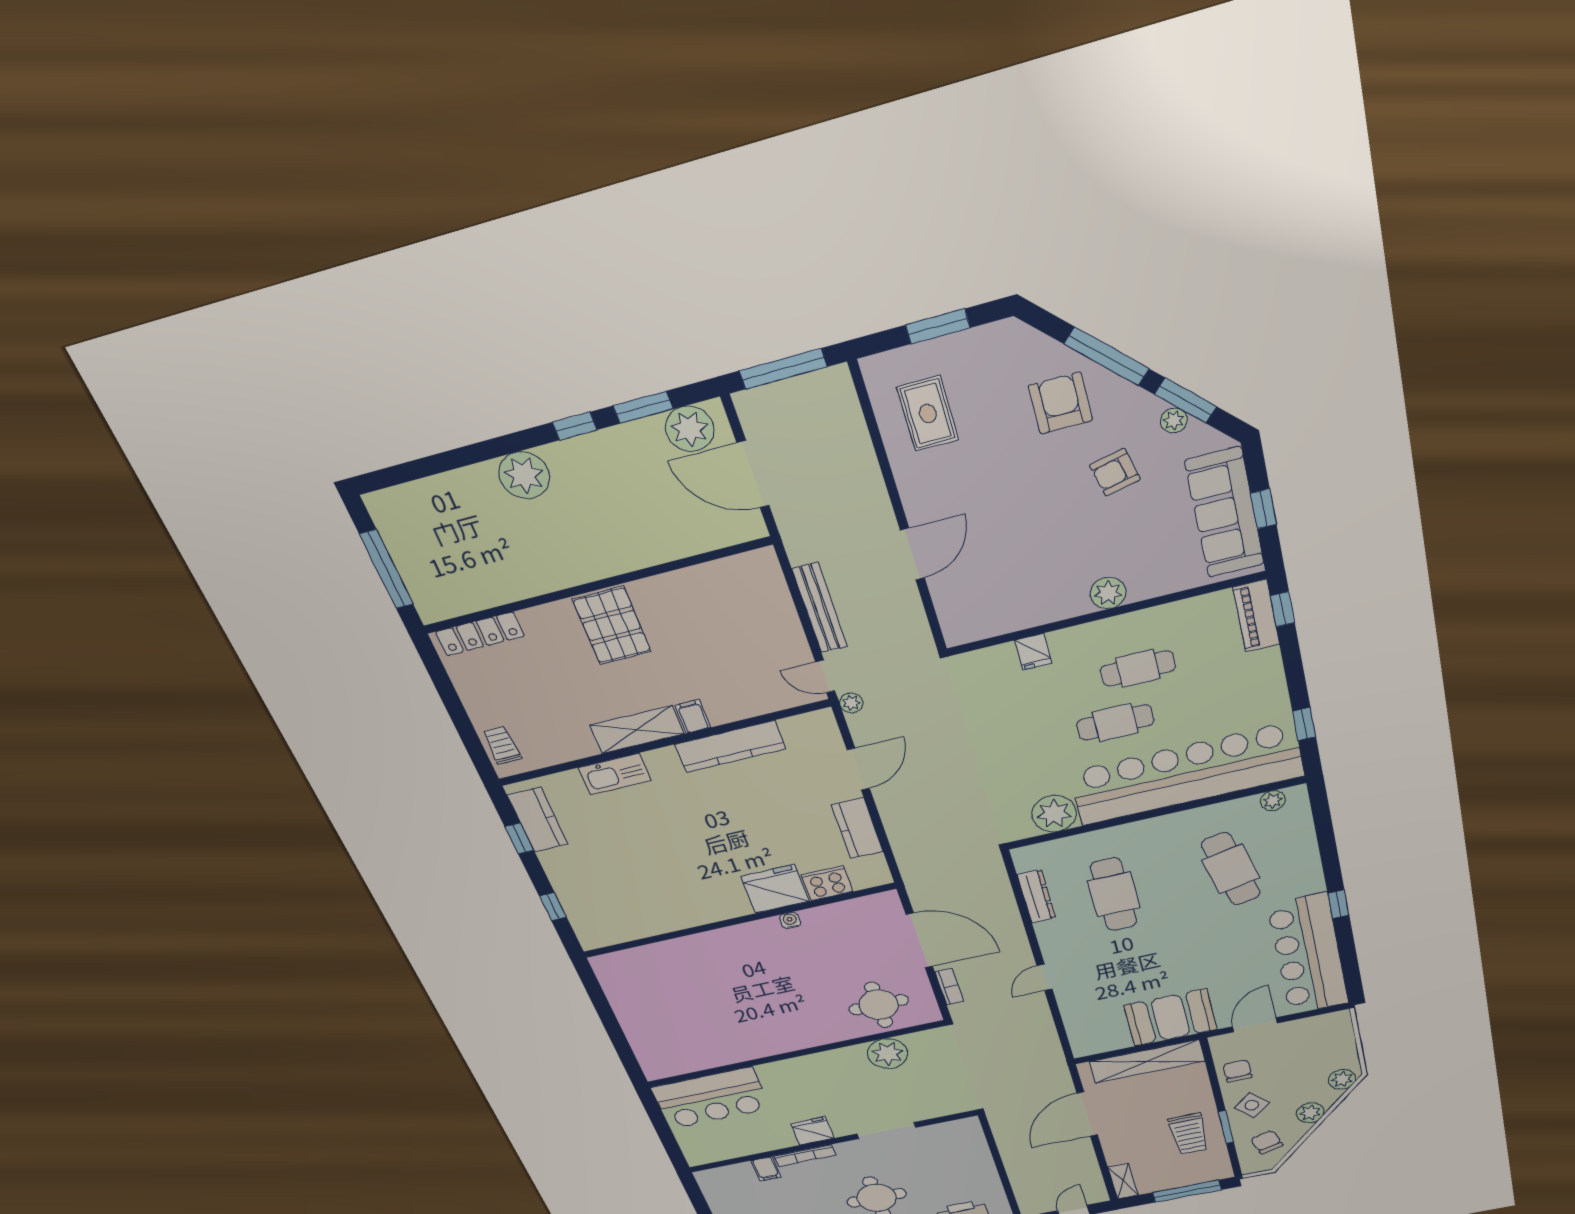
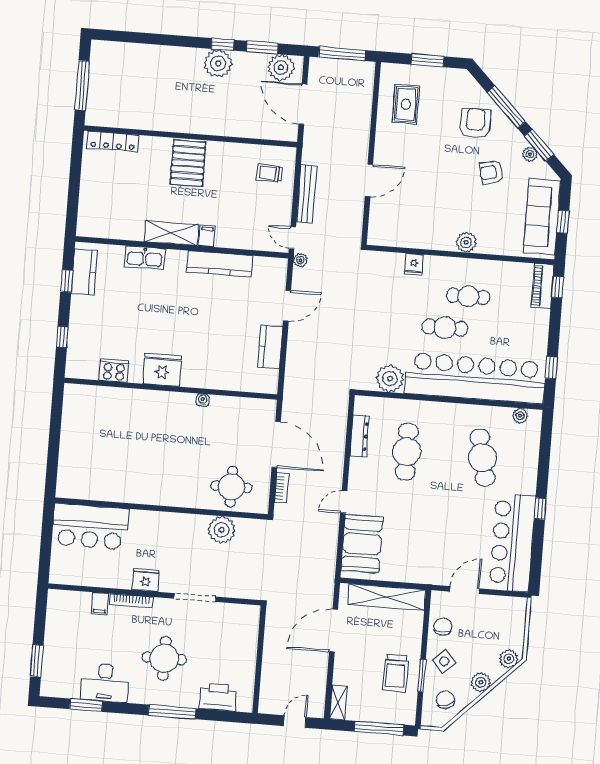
plant: (524, 475) -> (218, 63), moved
trolley: (502, 745) -> (269, 173), moved, turned -87
cooker: (827, 883) -> (114, 371), moved
fridge: (775, 889) -> (162, 370), moved
booth: (1171, 1017) -> (362, 544), moved, turned 90

